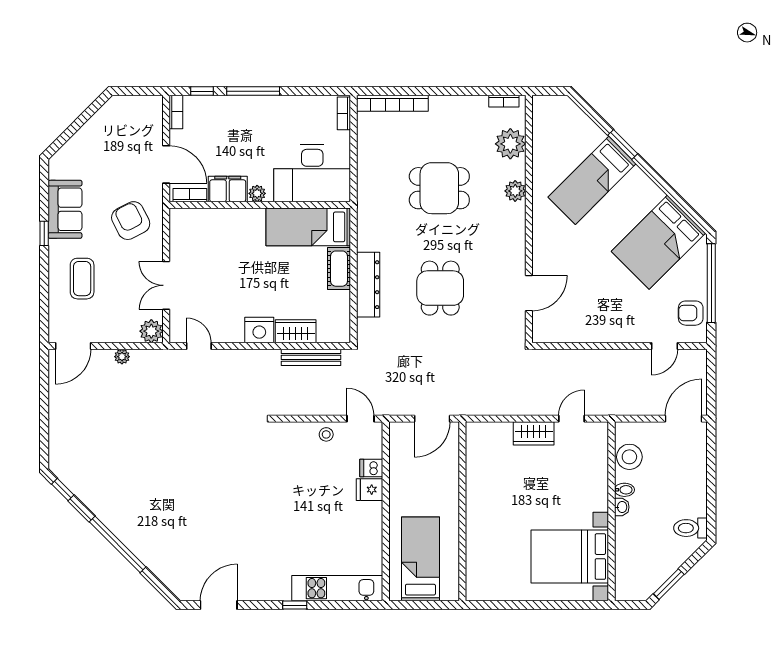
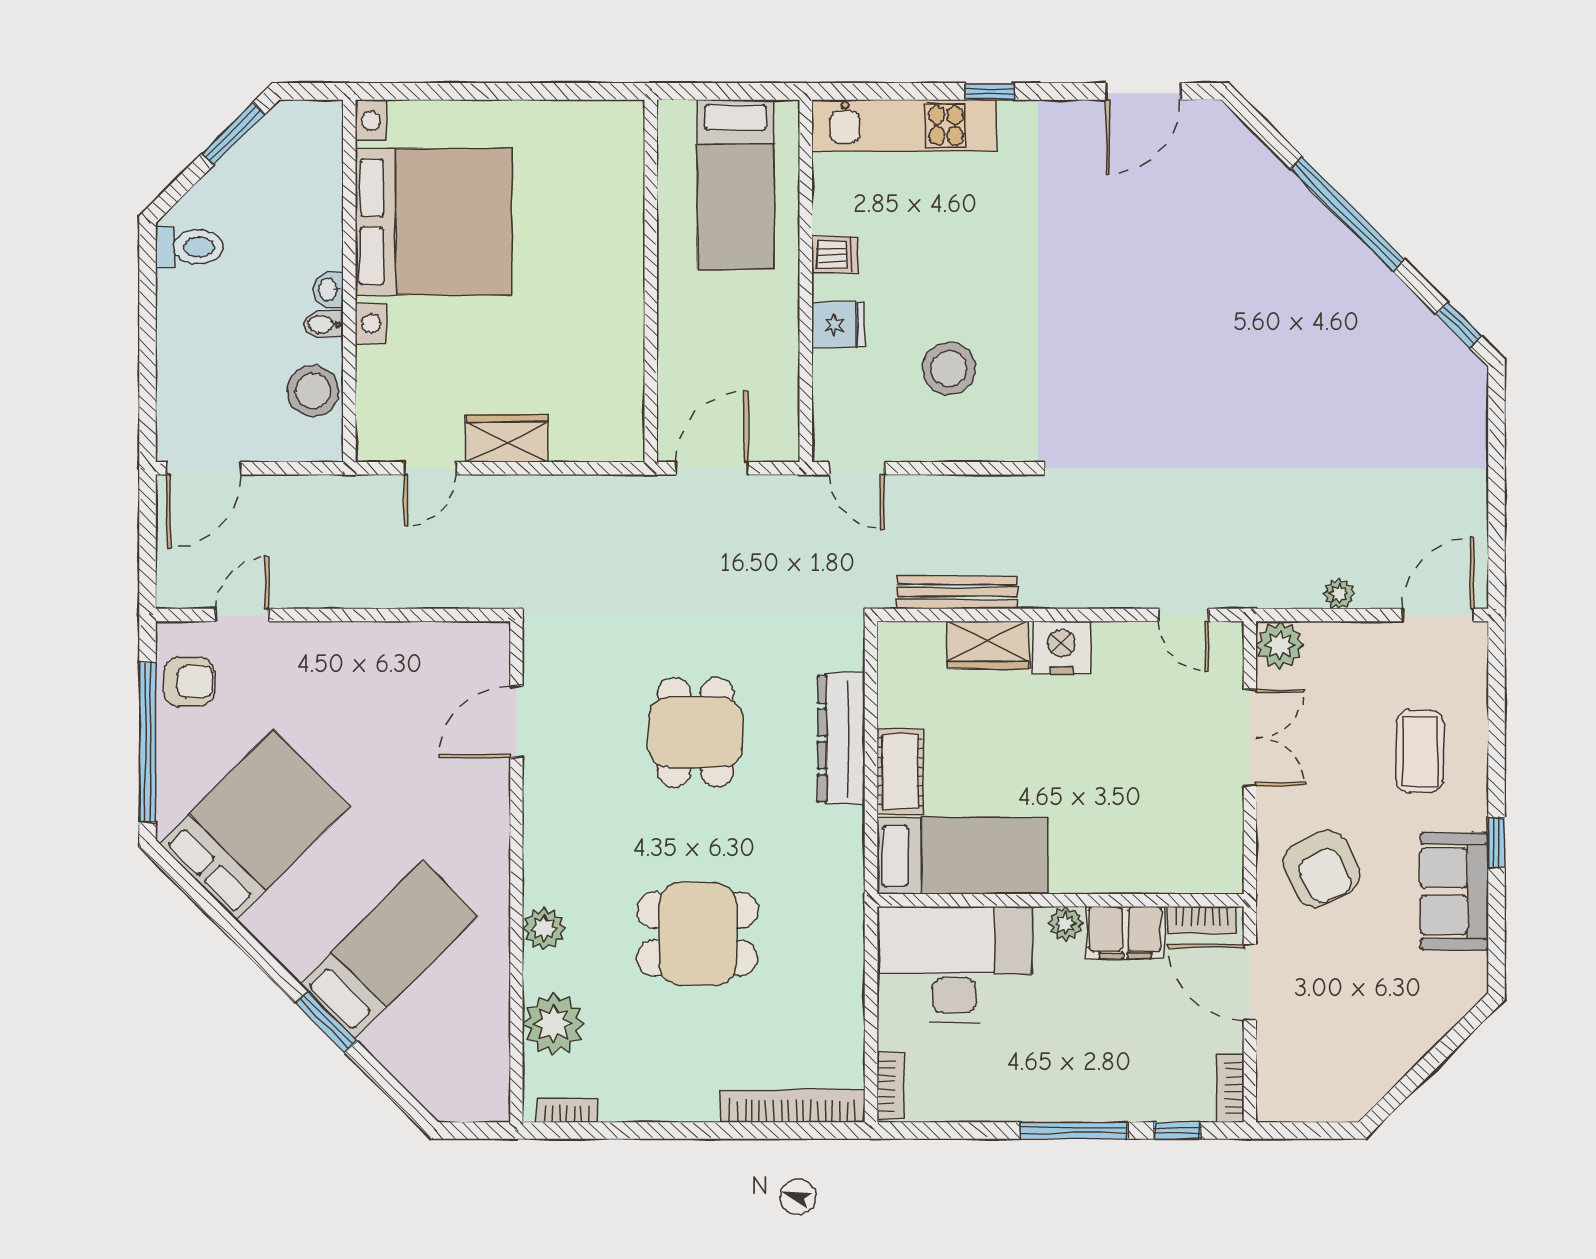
stool: (326, 434) -> (949, 369), moved, width x1.89, depth x1.89
dishwasher: (371, 468) -> (835, 255), moved
bed with nightstands: (570, 557) -> (434, 222), width x1.36

